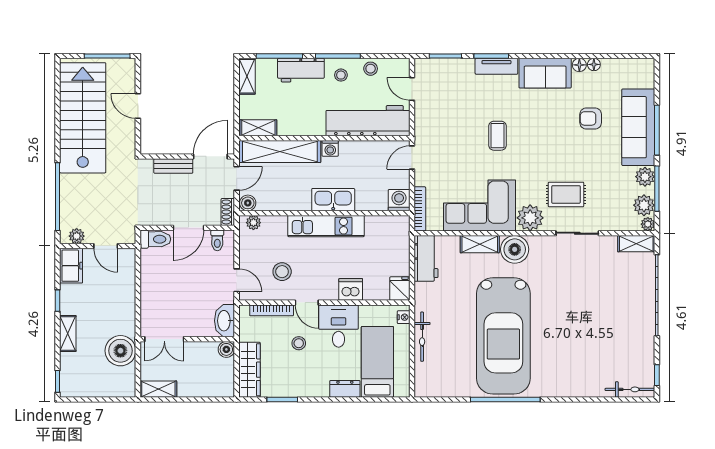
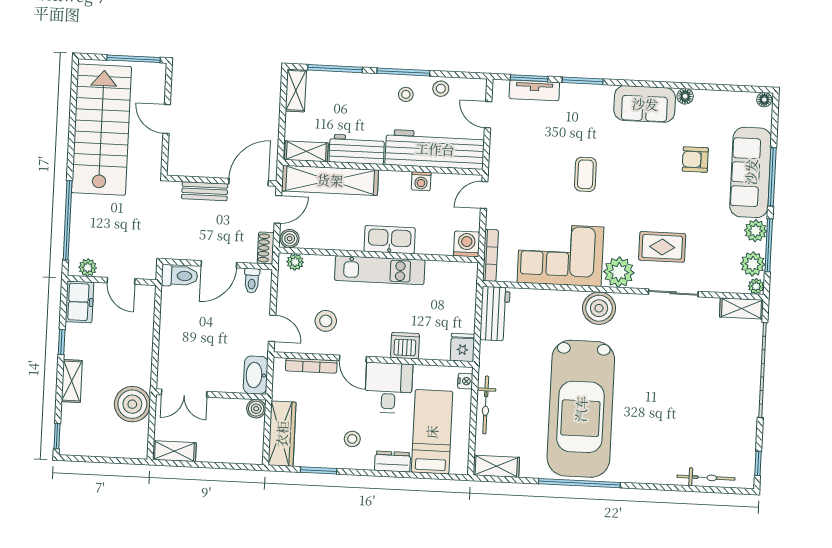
floor lamp: (594, 64) -> (764, 100), moved
tv unit: (496, 66) -> (534, 90), moved
workbench: (301, 70) -> (357, 149), moved, turned 180
washing machine: (330, 148) -> (421, 181), moved
shelving: (480, 244) -> (496, 466), moved
stool: (299, 343) -> (352, 439), moved
bicycle: (630, 389) -> (706, 478), moved

